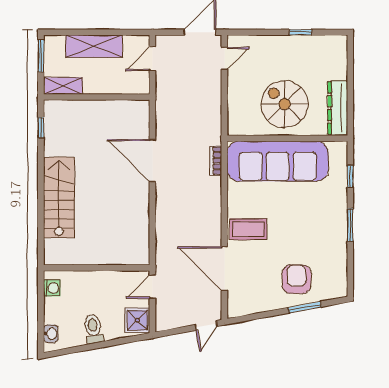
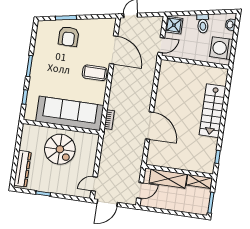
shelving: (94, 46) -> (168, 179), moved
dresser: (338, 108) -> (23, 169), moved
washing machine: (52, 288) -> (221, 48), width x1.89, depth x1.89

